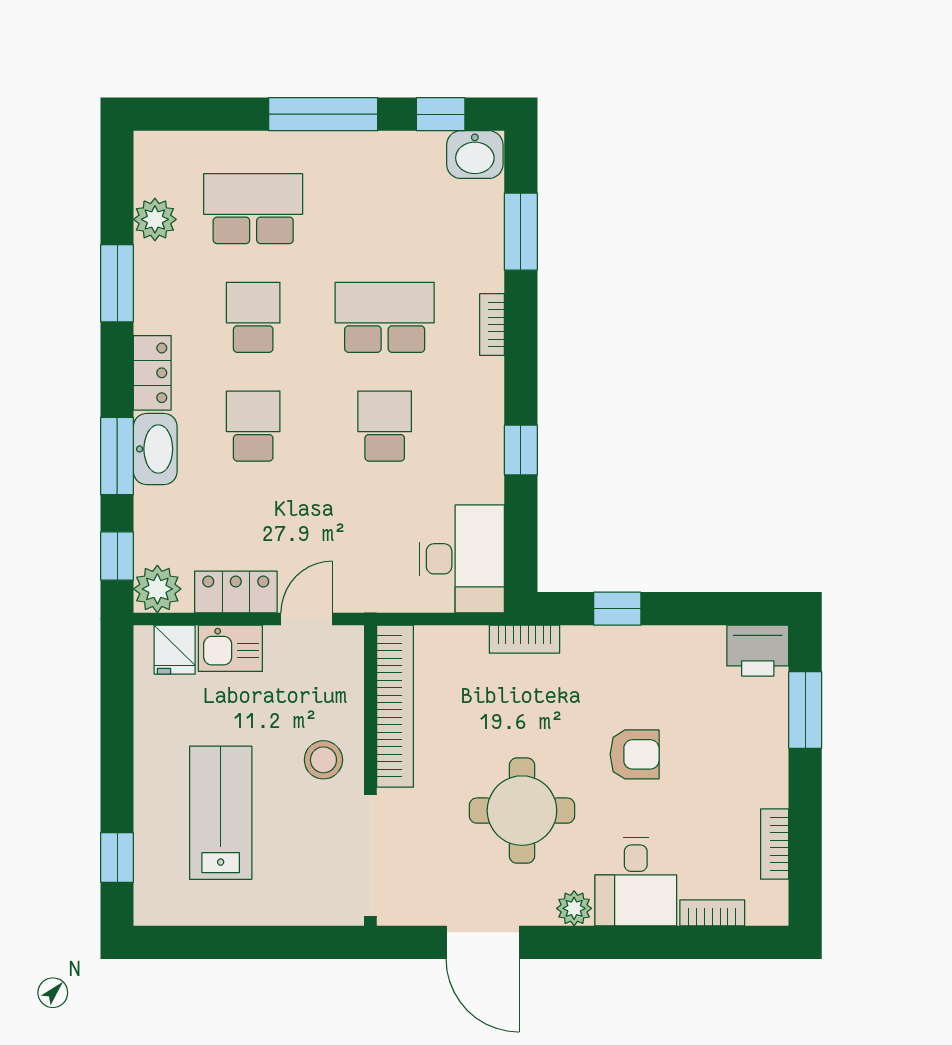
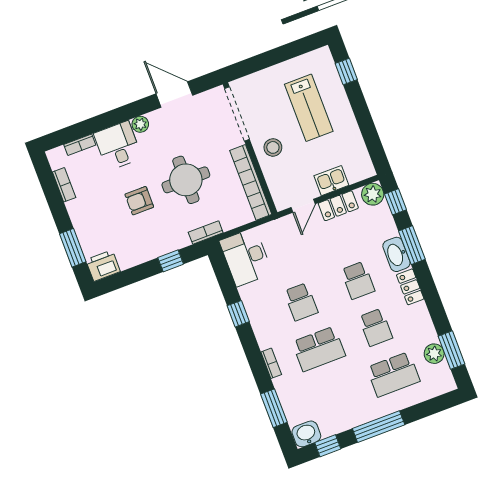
window: (117, 283) -> (452, 350), moved
fridge: (175, 650) -> (355, 171), removed
round table: (522, 811) -> (186, 180), moved

